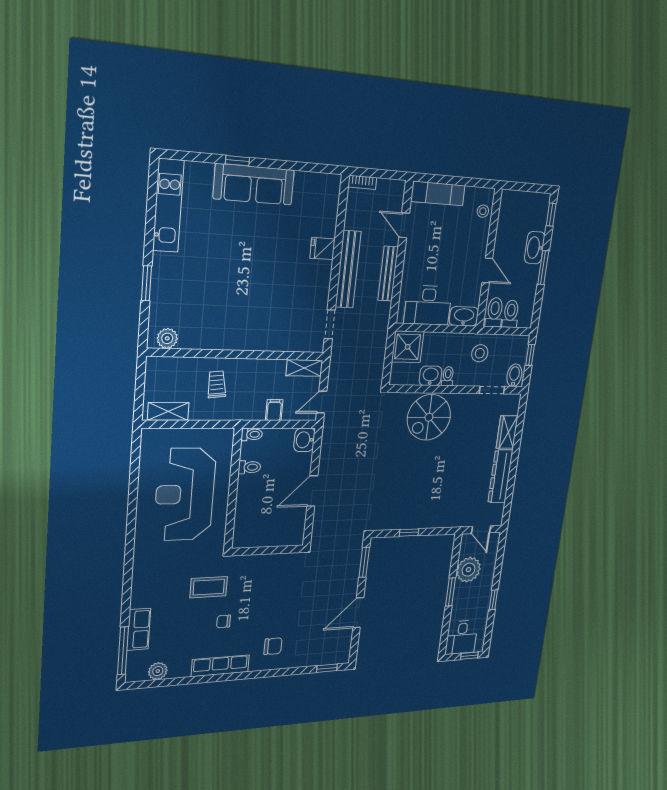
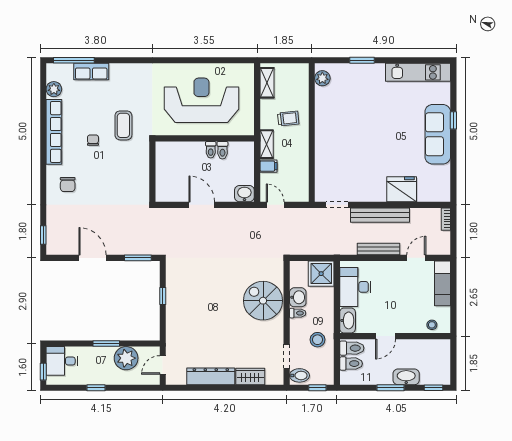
fridge: (322, 249) -> (402, 189), width x1.88, depth x1.34
shelving: (304, 368) -> (267, 144), moved
toilet: (252, 434) -> (211, 150), moved
row of seats: (220, 666) -> (54, 132), width x1.36

